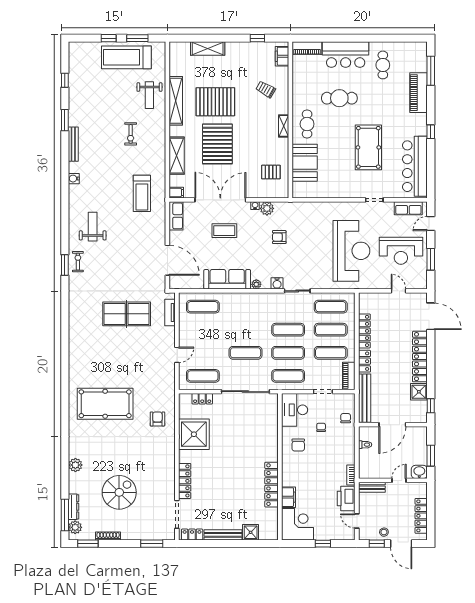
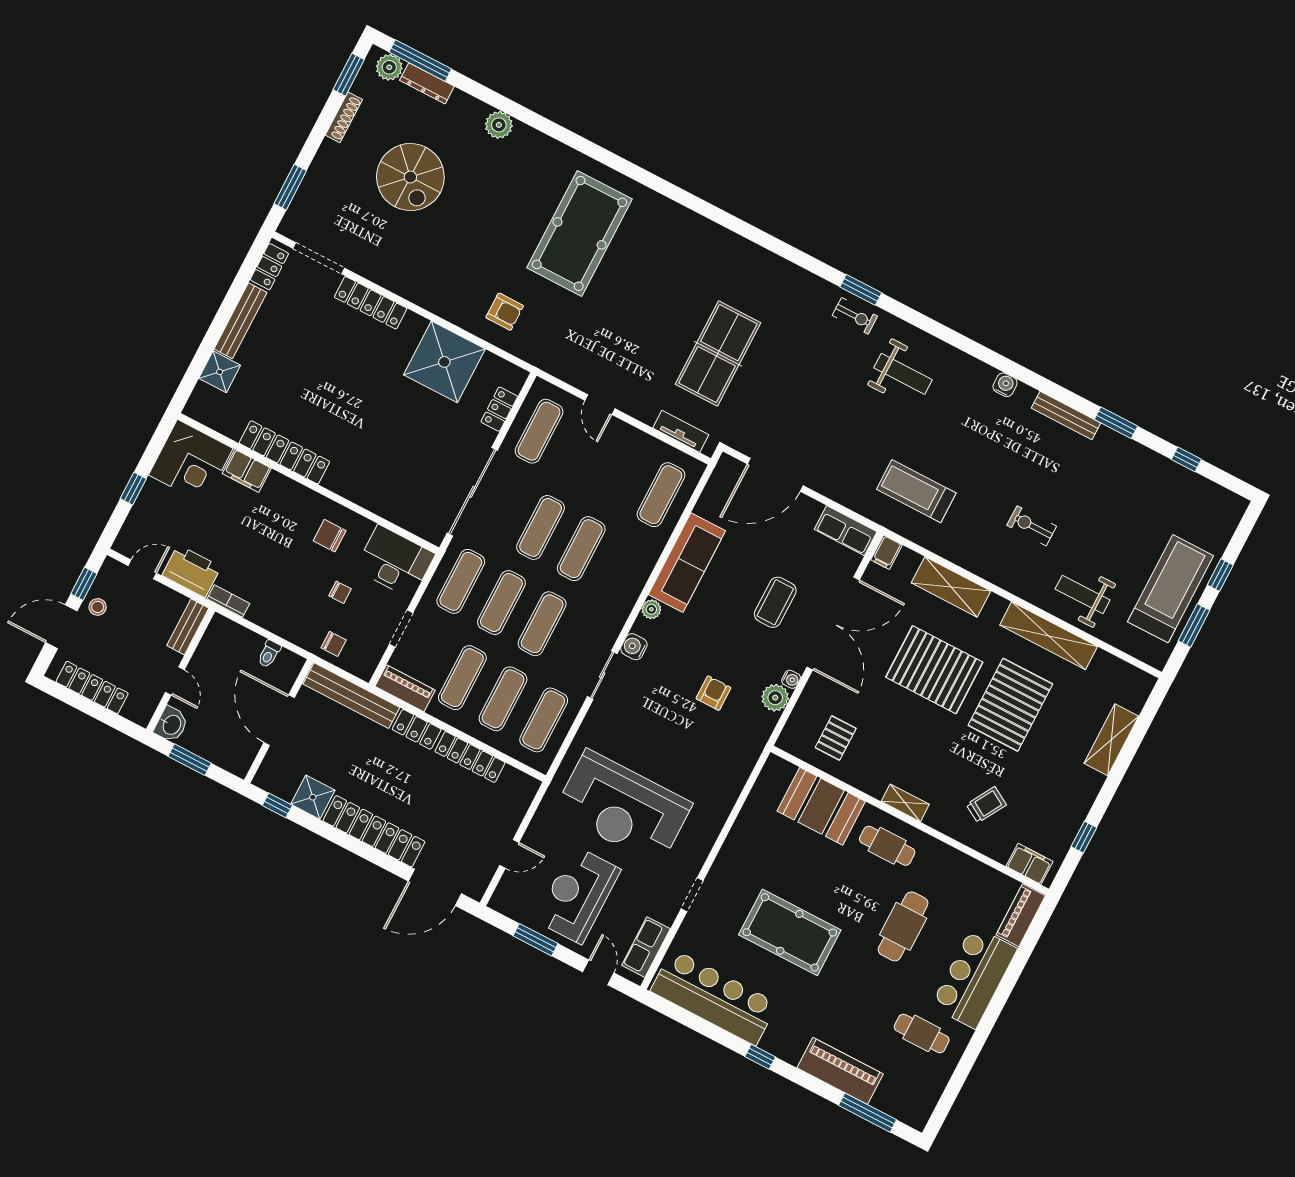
exercise mat: (245, 330) -> (581, 549), added

